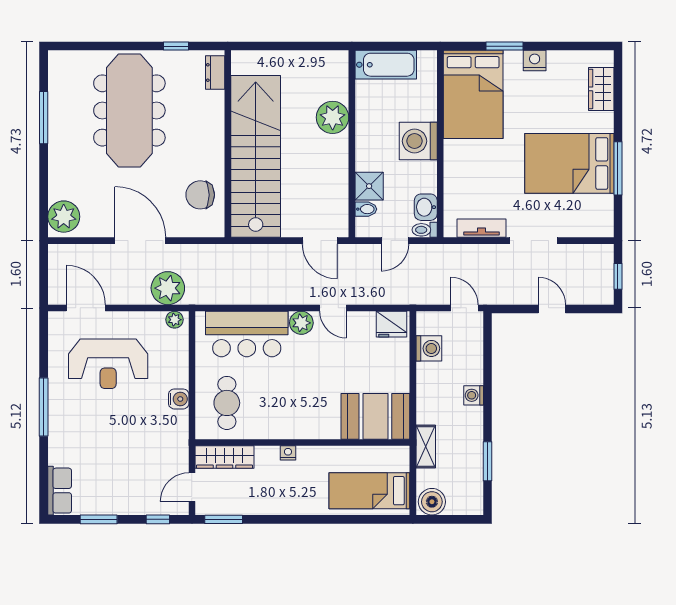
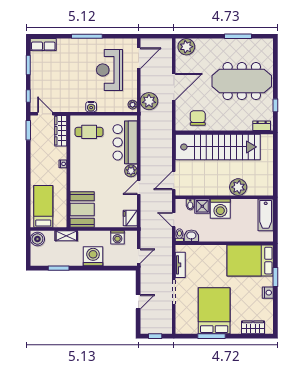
washing machine: (418, 141) -> (220, 209), moved, turned 180
washing machine: (474, 395) -> (93, 256), width x1.89, depth x1.89

